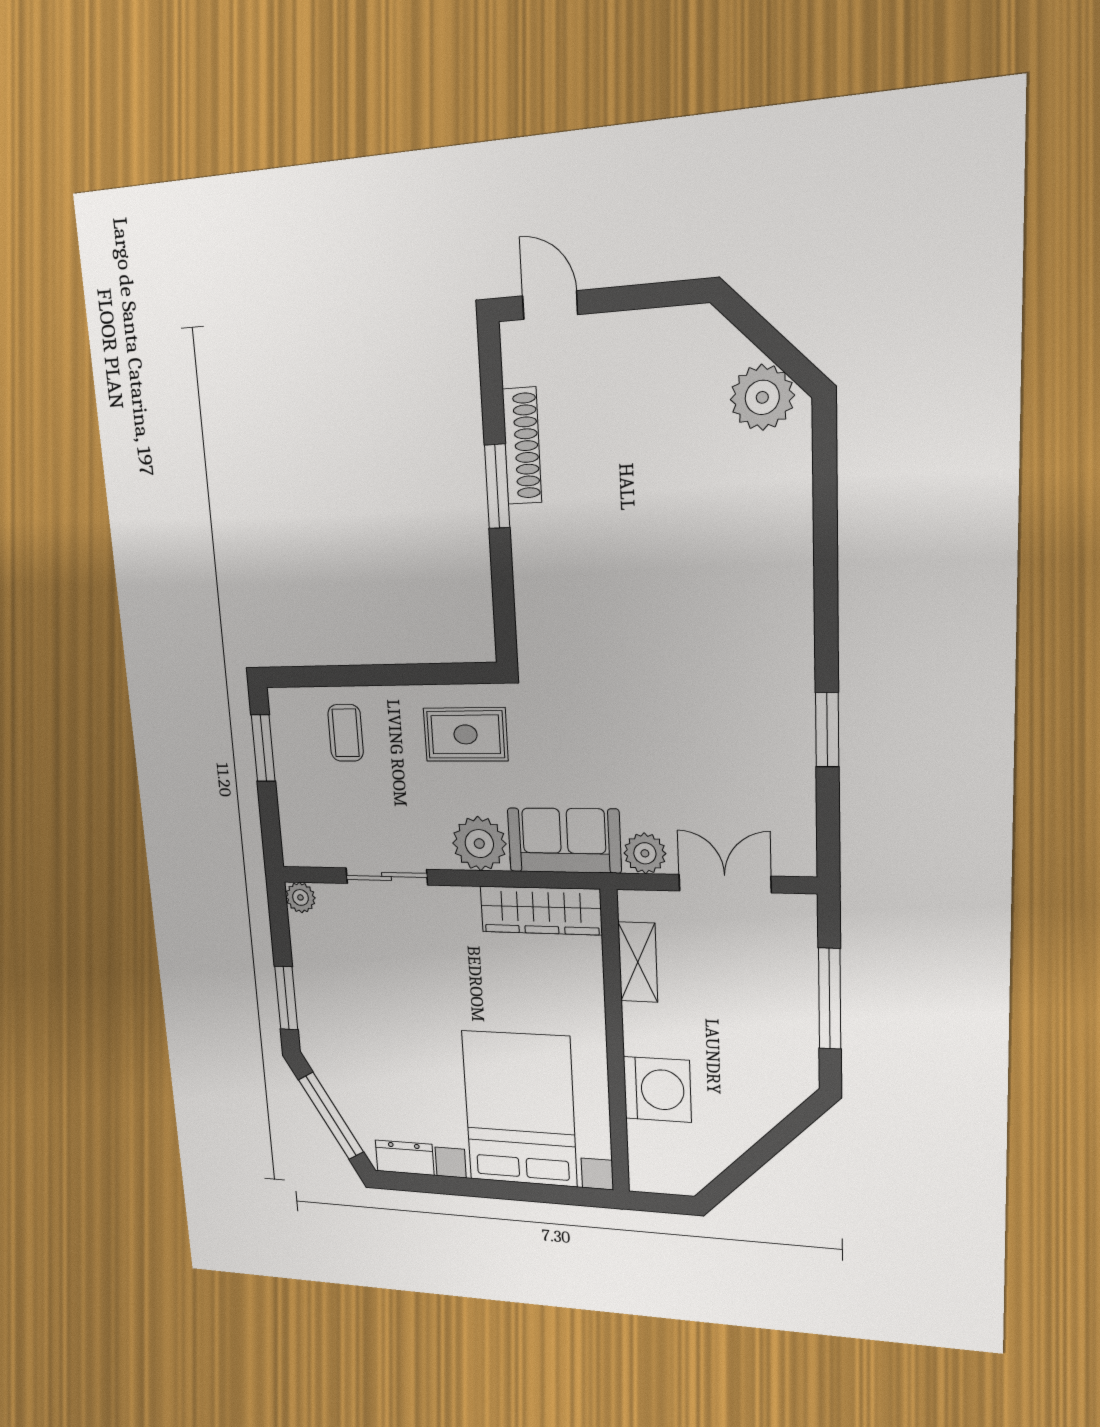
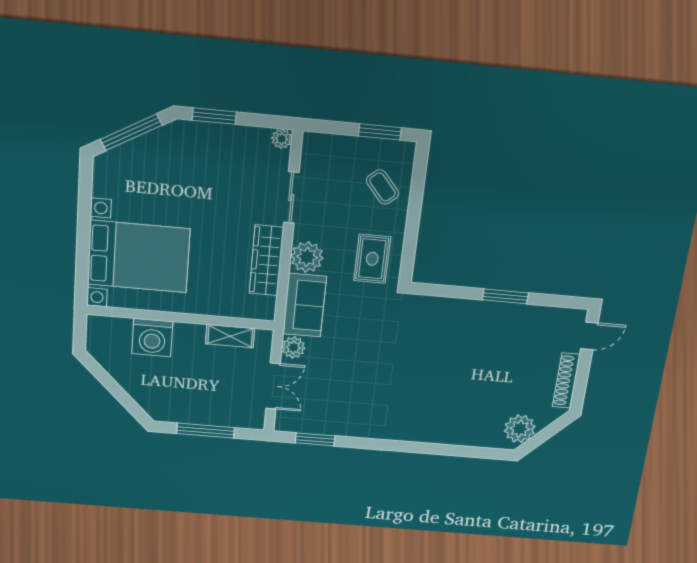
shoe rack: (522, 446) -> (566, 381), moved, turned 90
window: (827, 730) -> (315, 439), moved
coffee table: (346, 733) -> (382, 187), turned 50
wardrobe: (541, 910) -> (266, 260), moved
dresser: (405, 1158) -> (103, 178), removed

